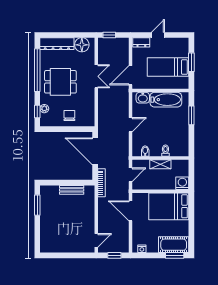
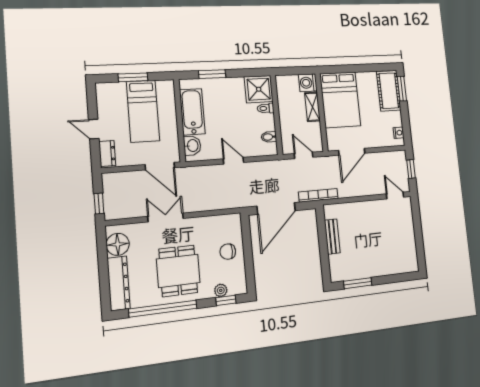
shower: (179, 147) -> (259, 89), added
shelving: (160, 164) -> (312, 107), moved

